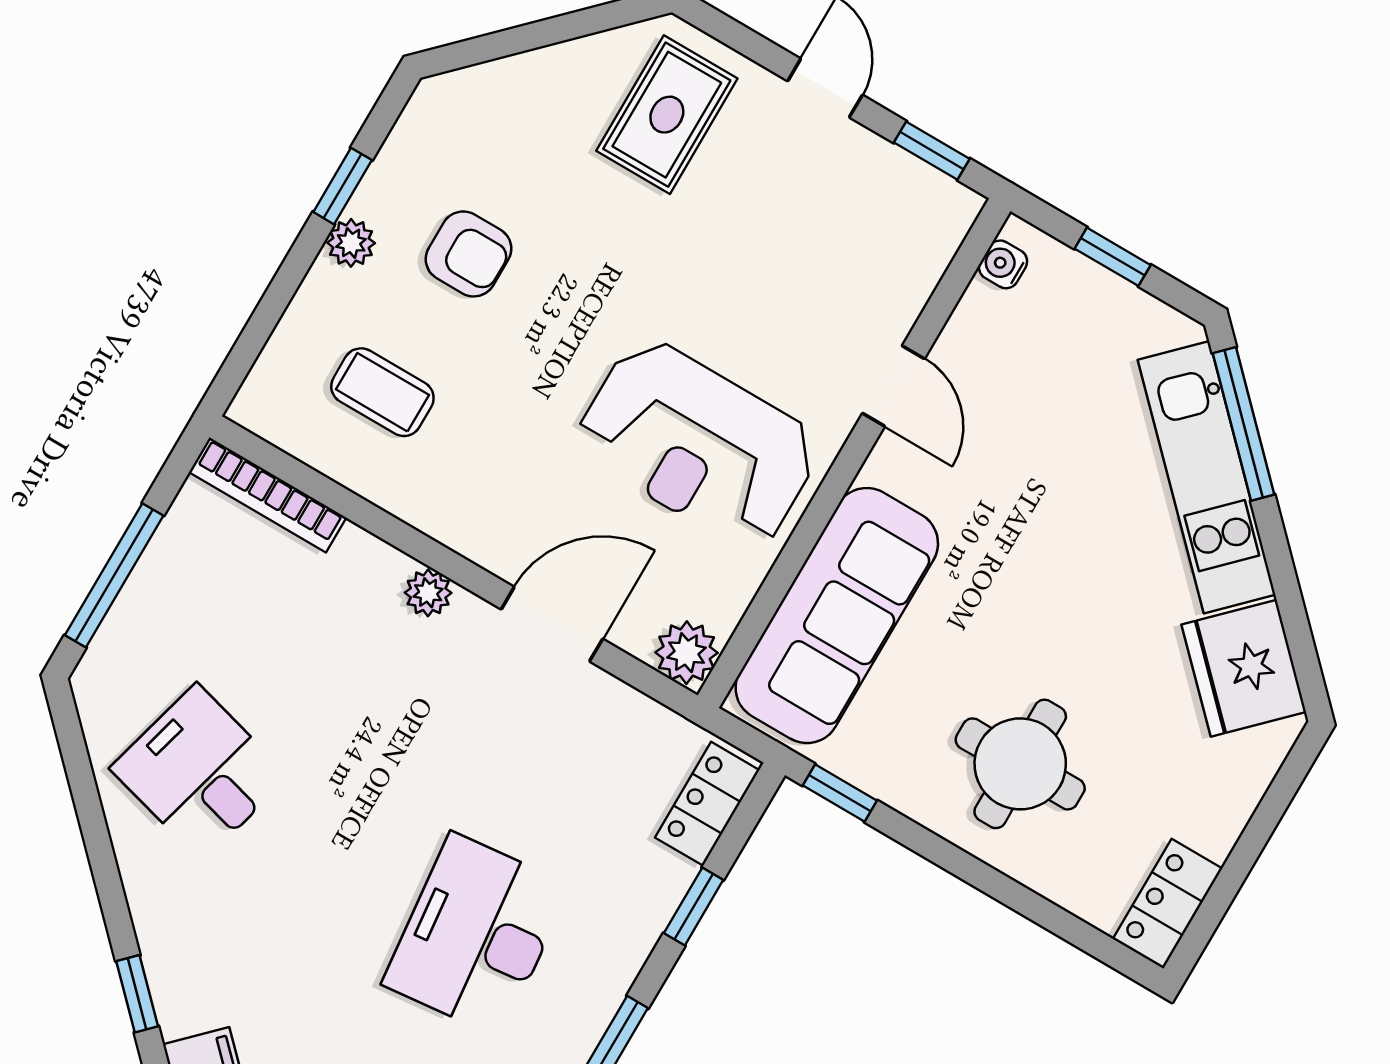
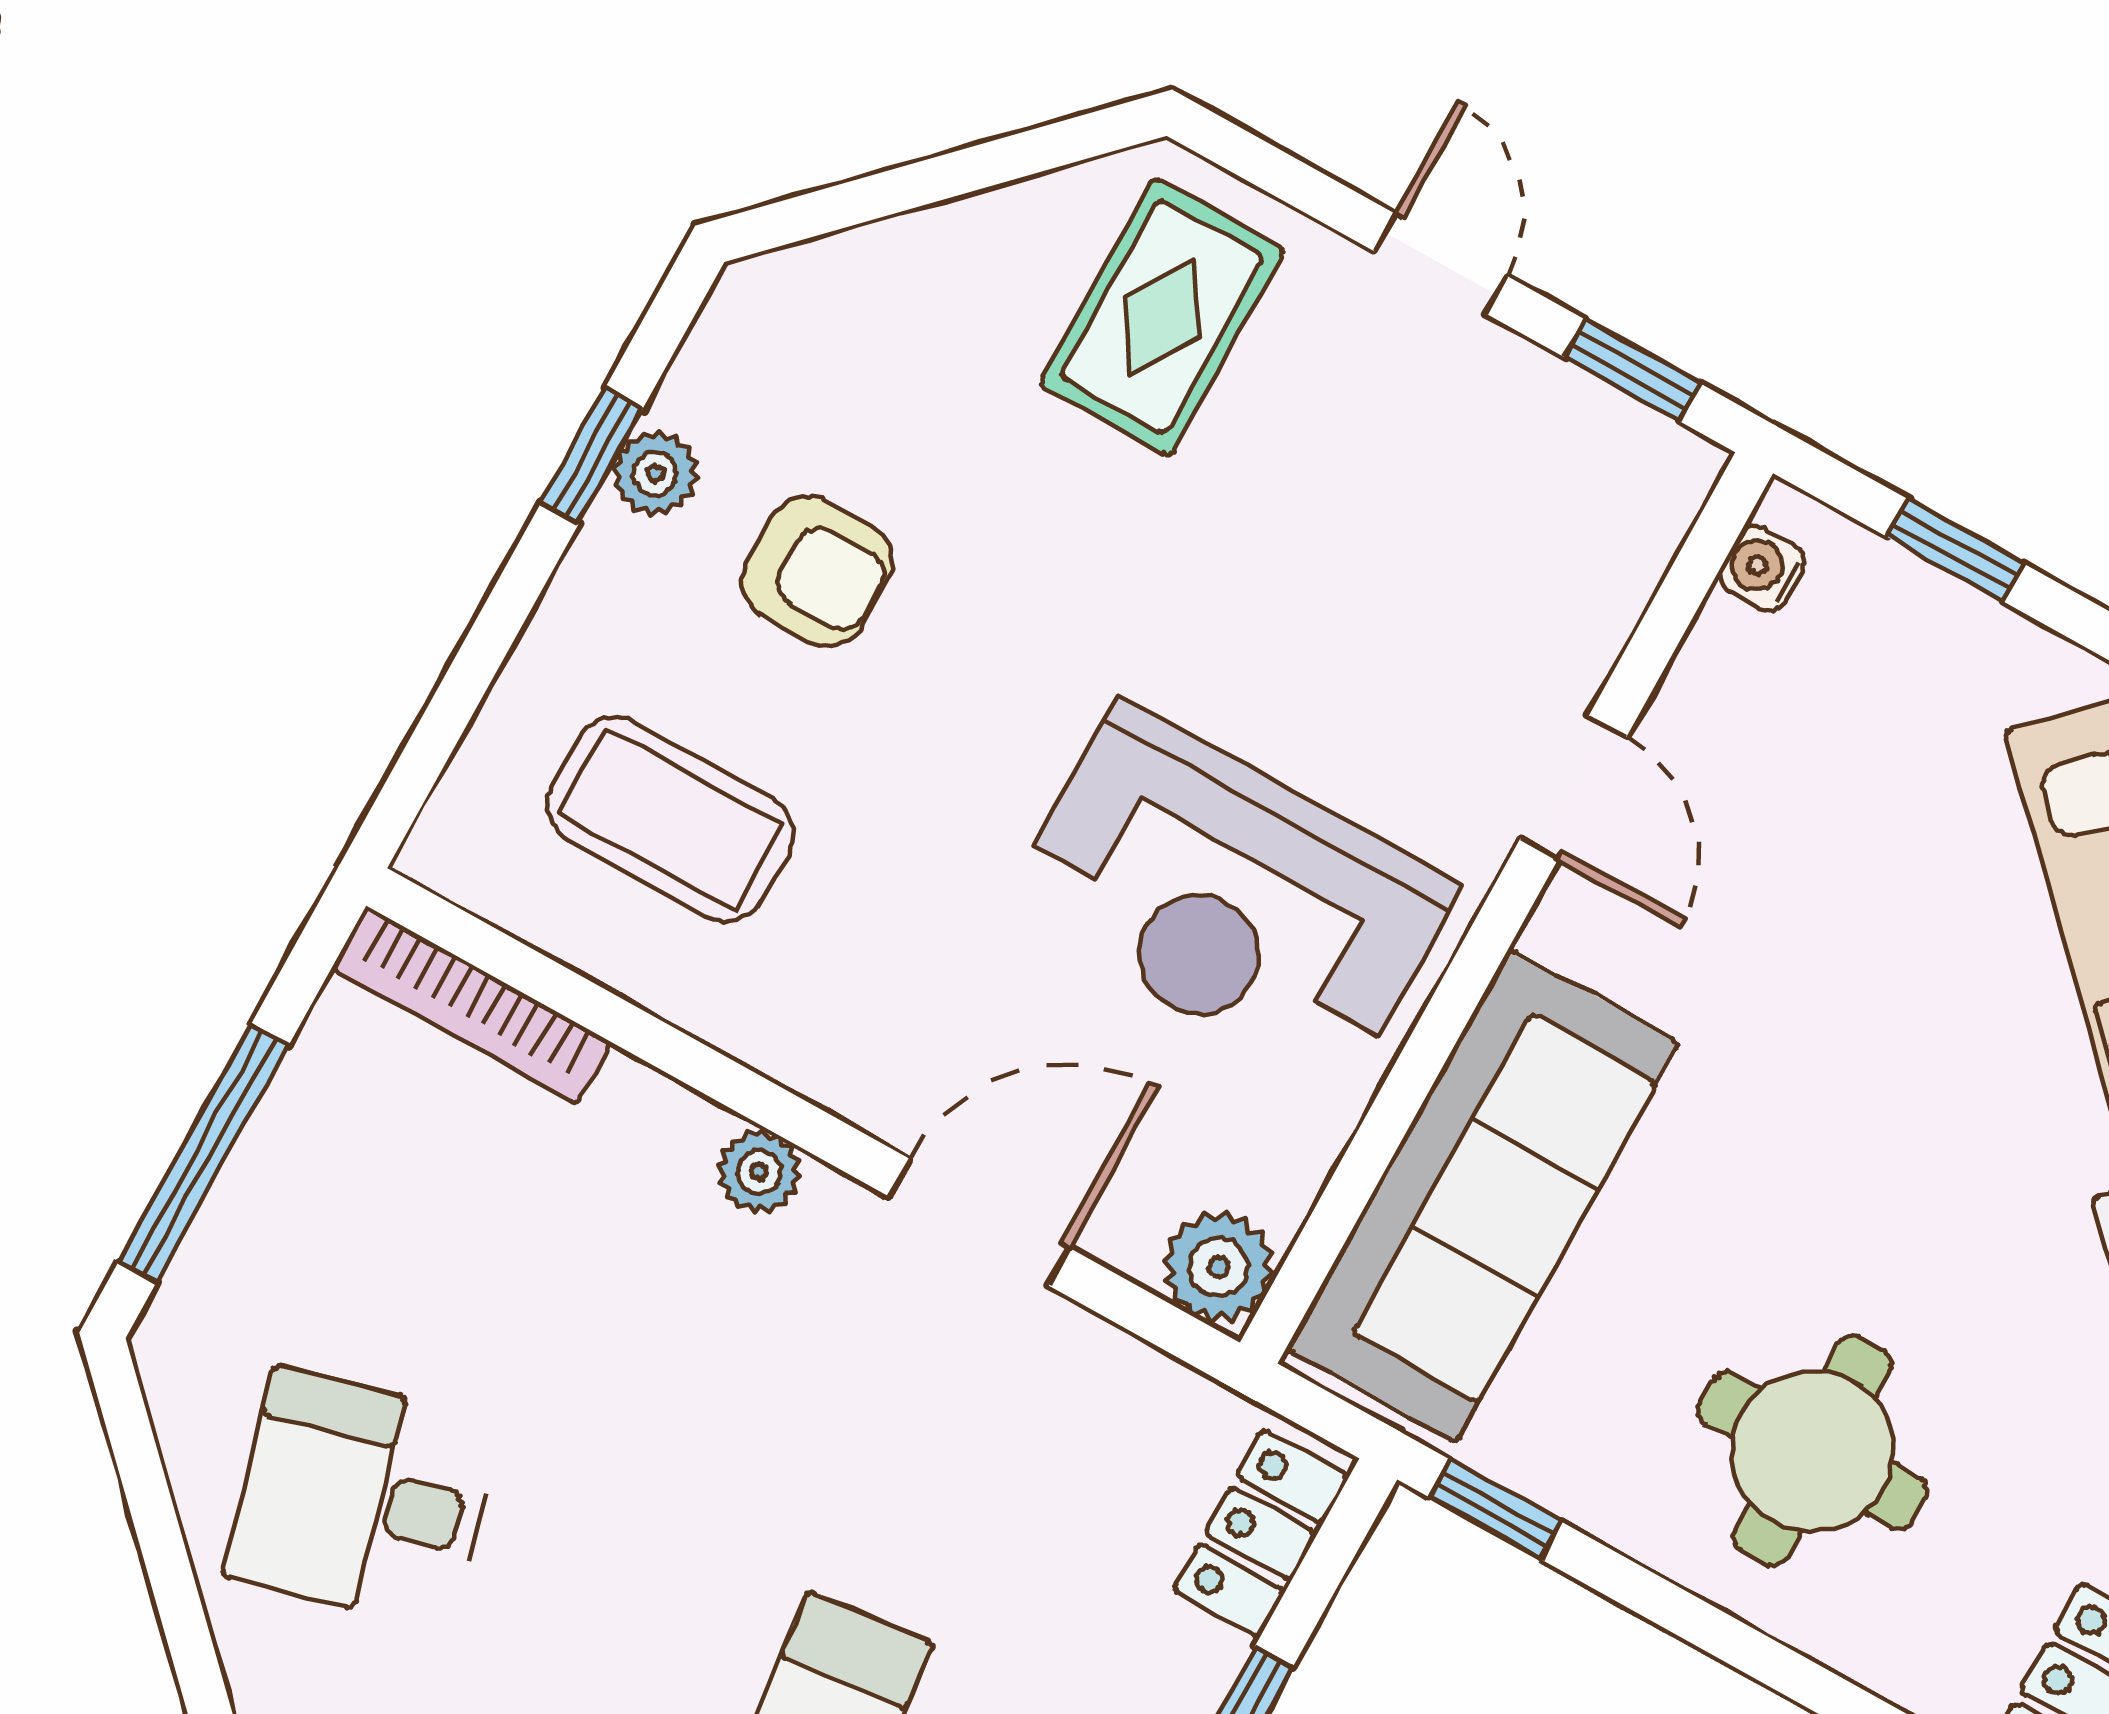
plant: (351, 243) -> (655, 473), moved
coffee table: (382, 392) -> (670, 819), width x1.36, depth x1.30
desk: (199, 772) -> (362, 1499), turned -30

